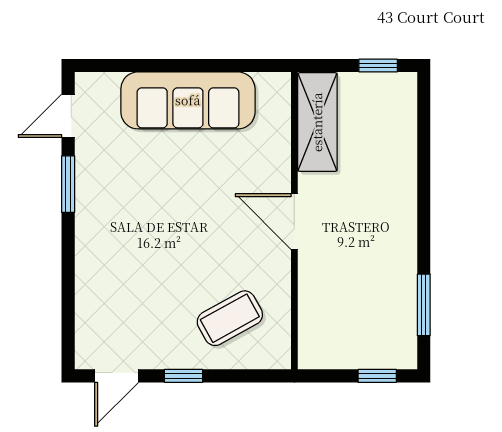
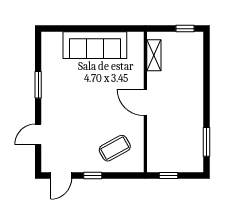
door: (68, 116) -> (38, 134), moved
shelving: (317, 122) -> (154, 55), width x0.67, depth x0.75
window: (377, 376) -> (168, 175), moved

